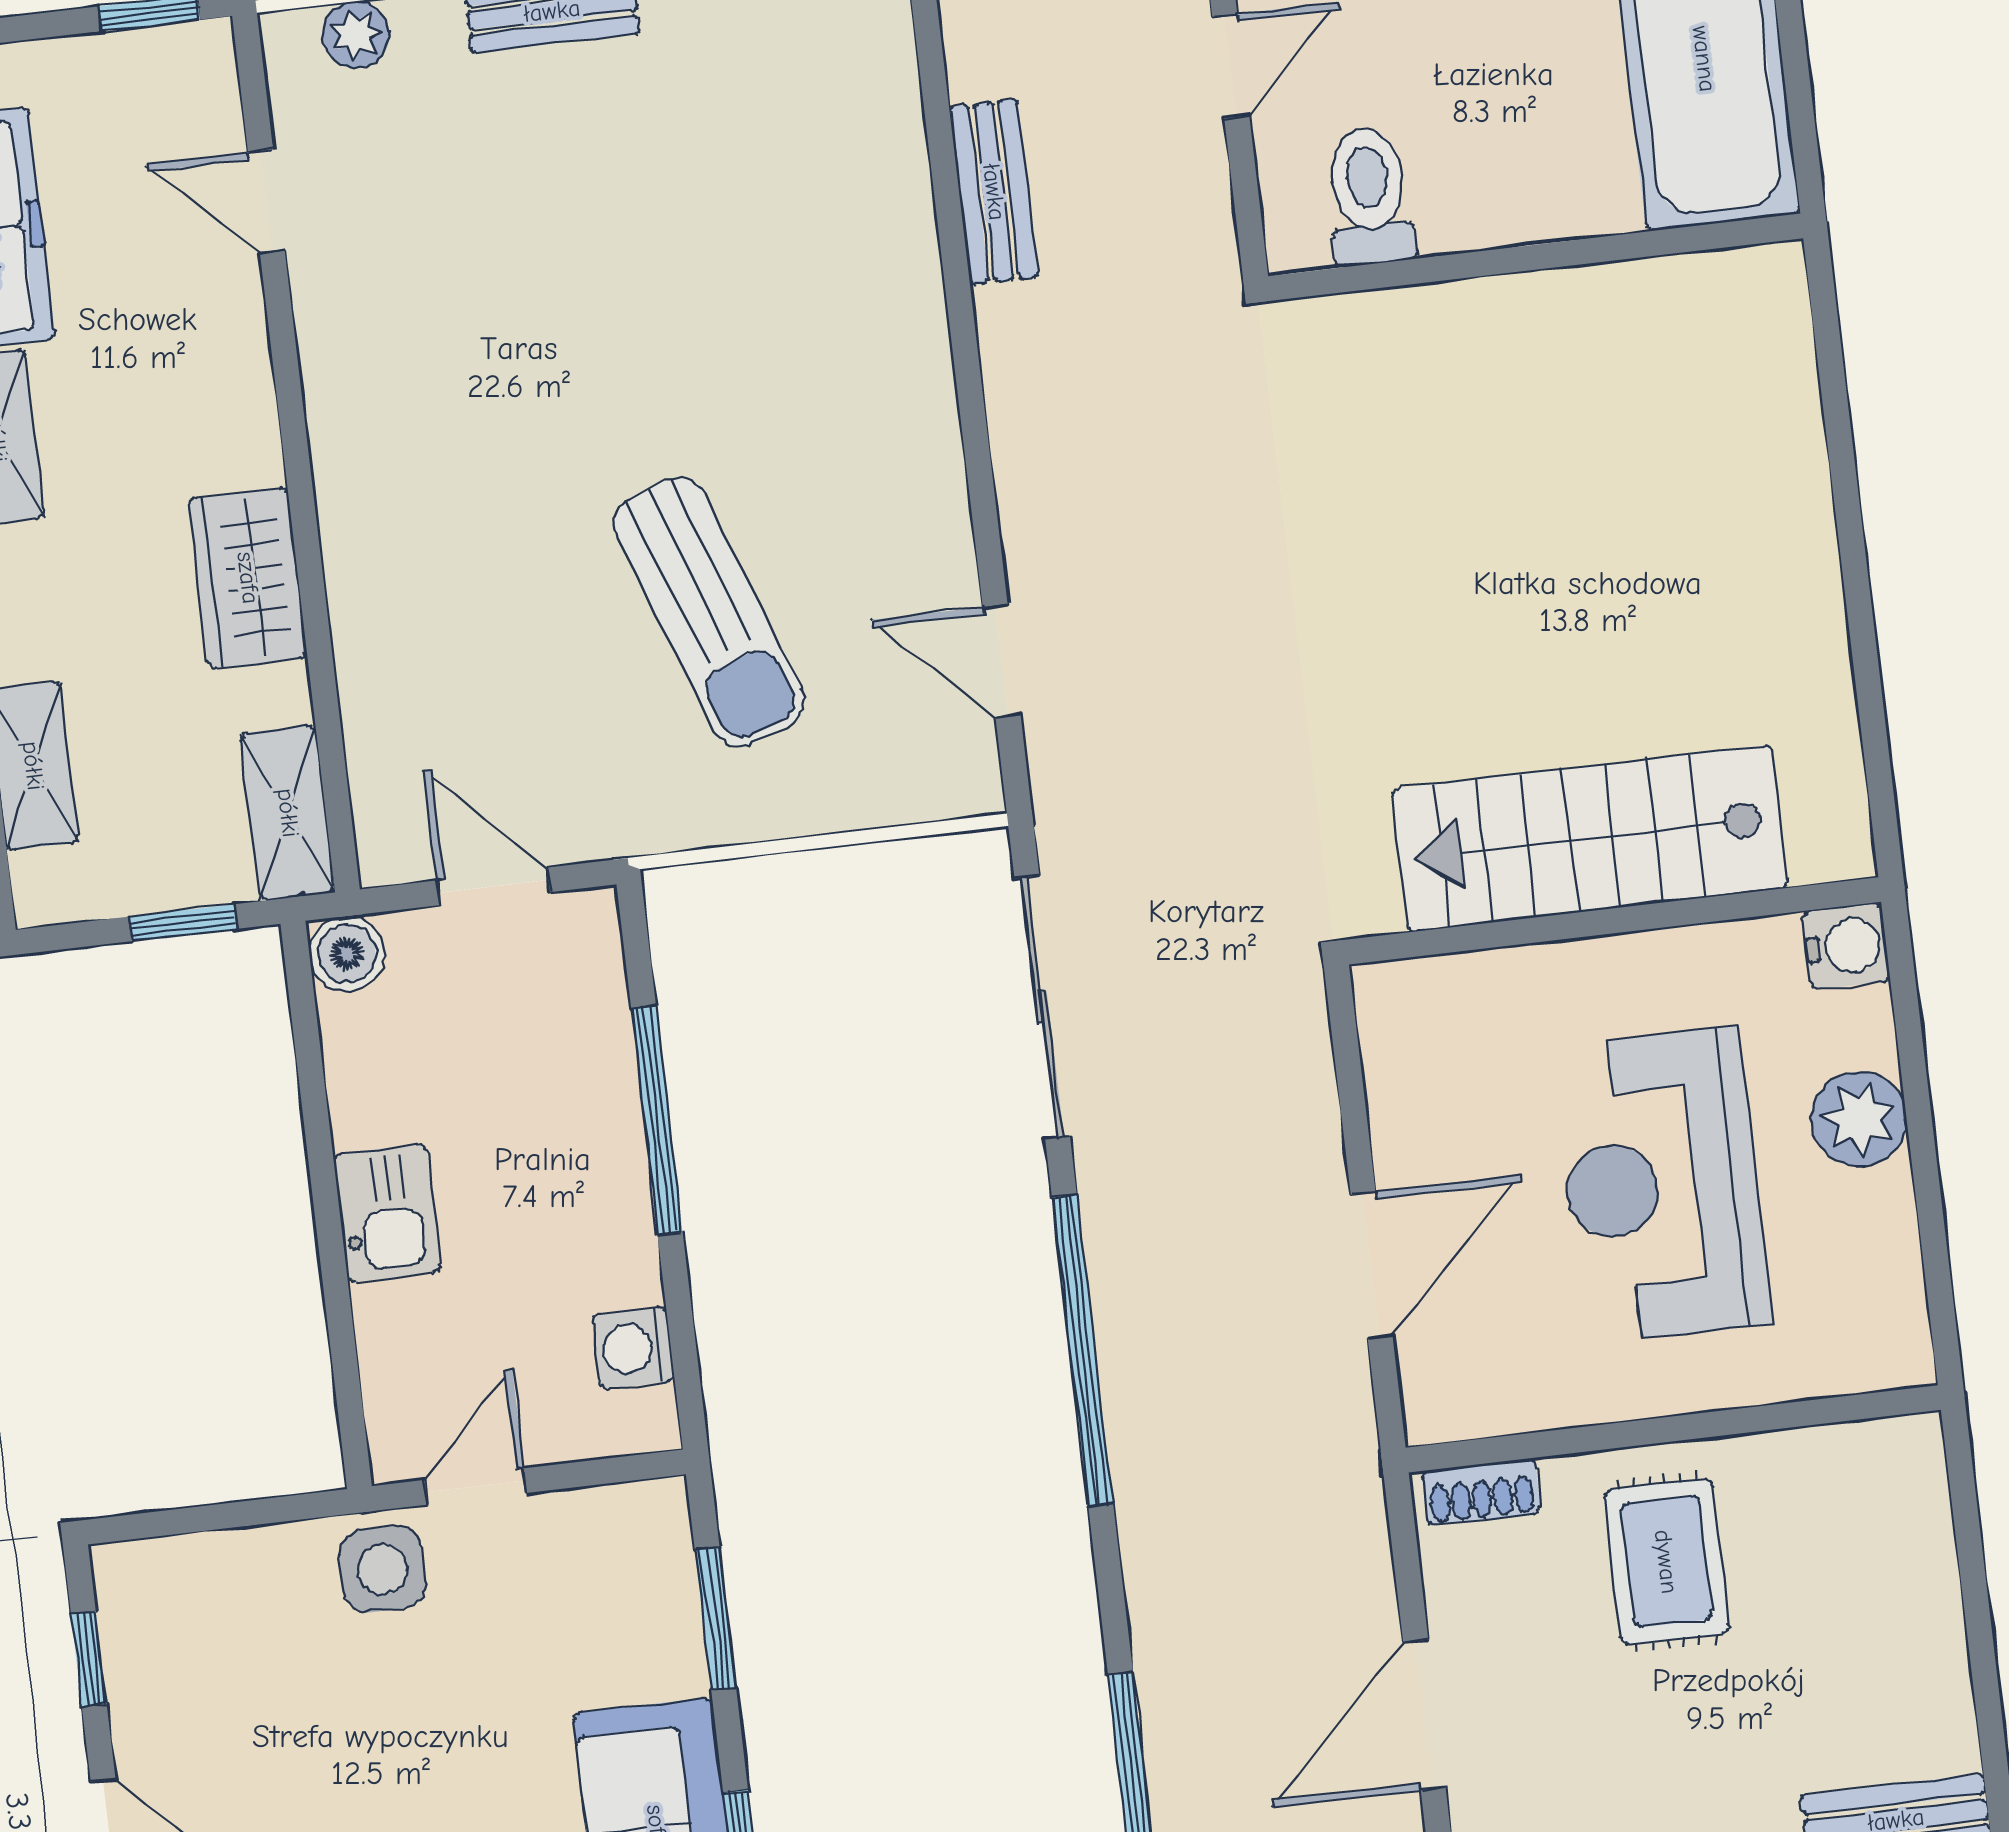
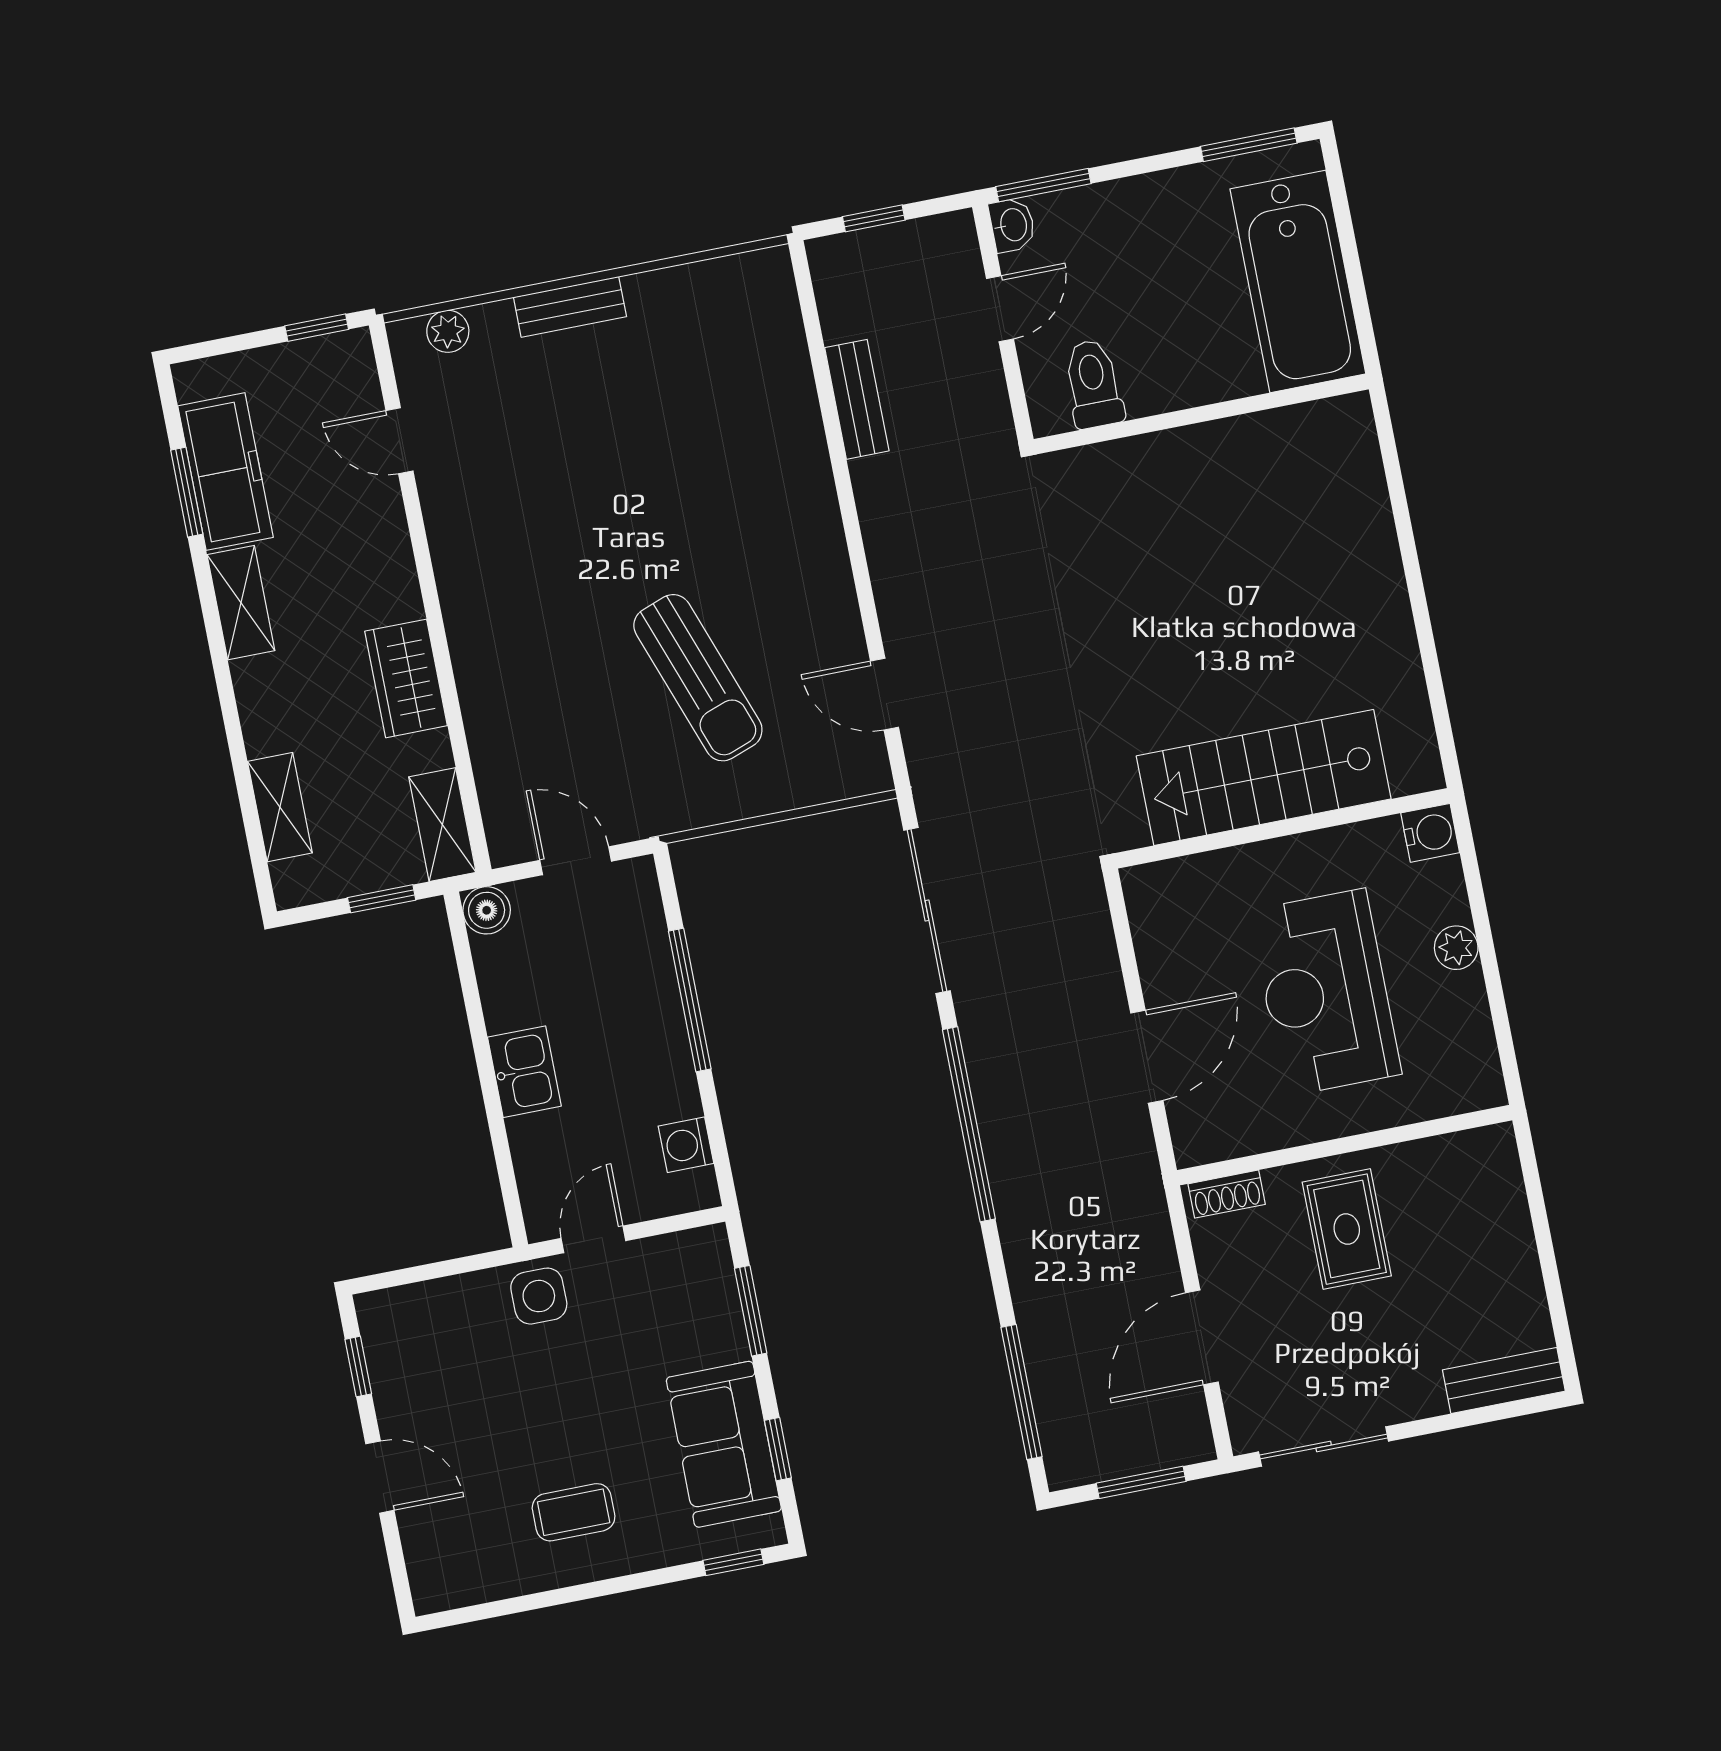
plant: (1859, 1119) -> (1456, 948), width x0.73, depth x0.73

